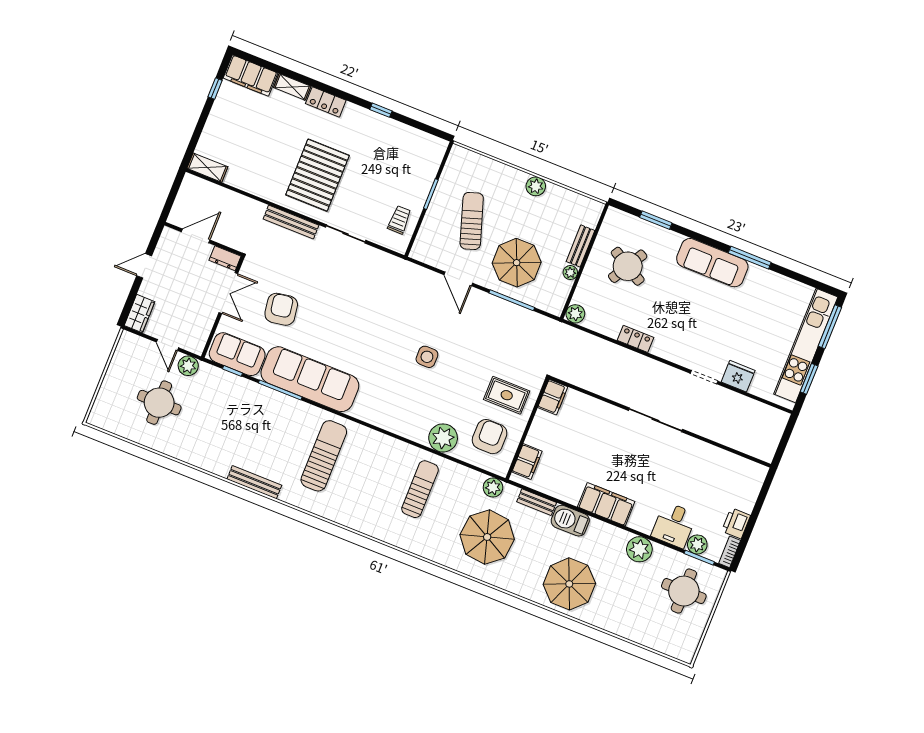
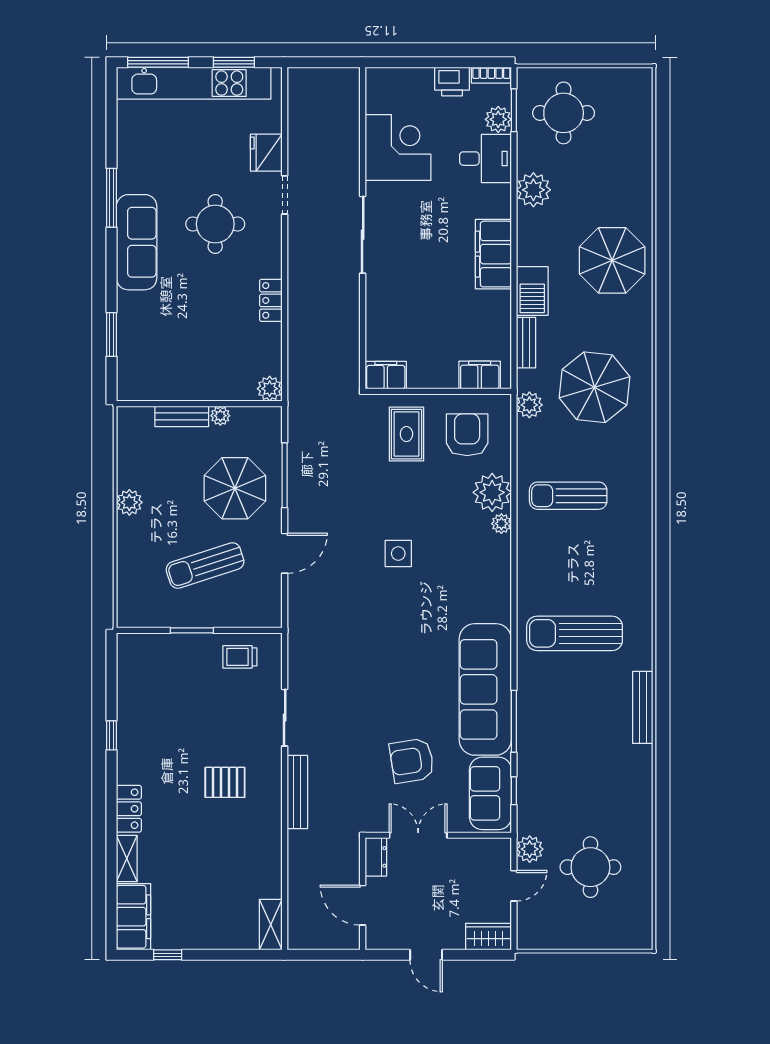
pallet: (318, 175) -> (225, 782), width x0.49, depth x0.50
round table: (628, 266) -> (215, 224), moved, turned -30
plant: (419, 436) -> (501, 524), added
armchair: (490, 437) -> (467, 435), turned 90
corner desk: (705, 468) -> (398, 148), added

